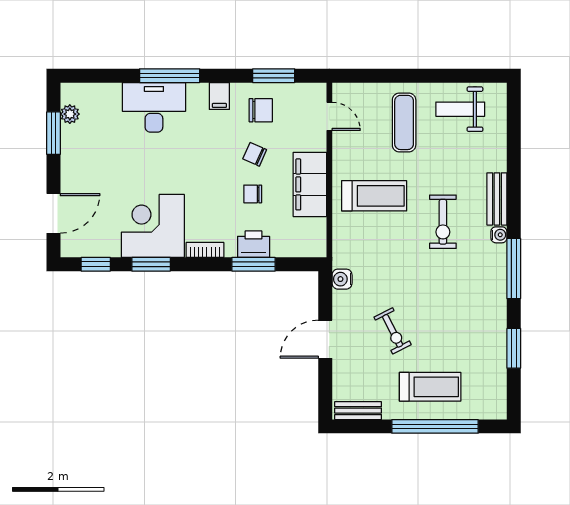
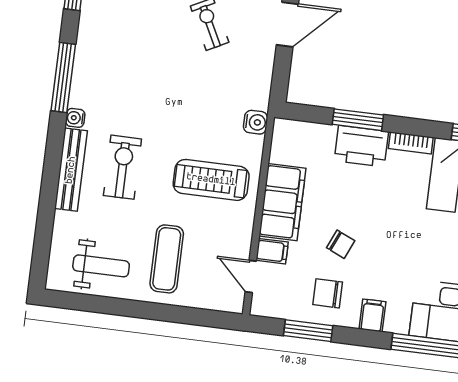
filing cabinet: (314, 141) -> (272, 251), added
chair: (253, 194) -> (349, 200), removed
bench: (497, 199) -> (71, 170), width x1.36
exercise bike: (443, 222) -> (122, 167), moved
printer: (254, 244) -> (361, 146), width x1.37, depth x1.19
water cooler: (342, 279) -> (256, 122), moved

